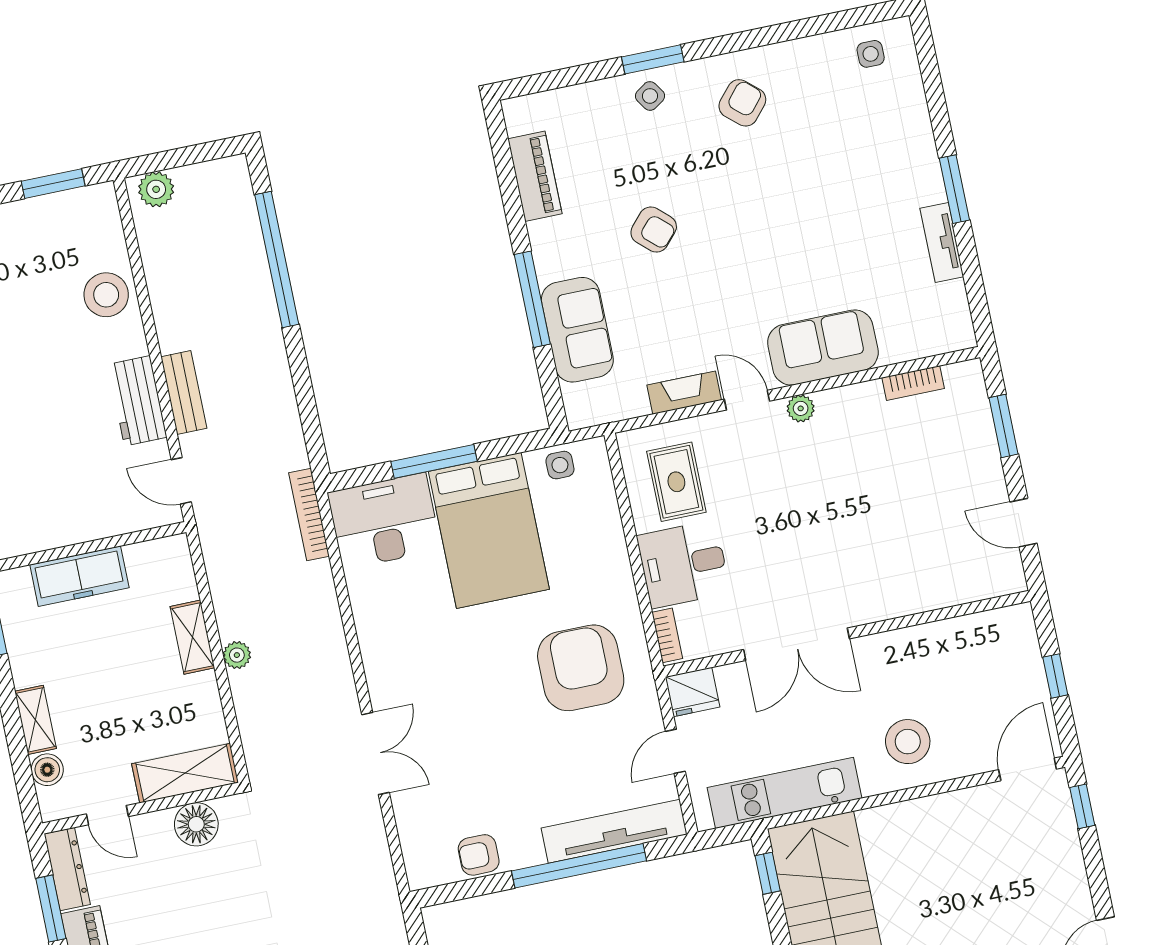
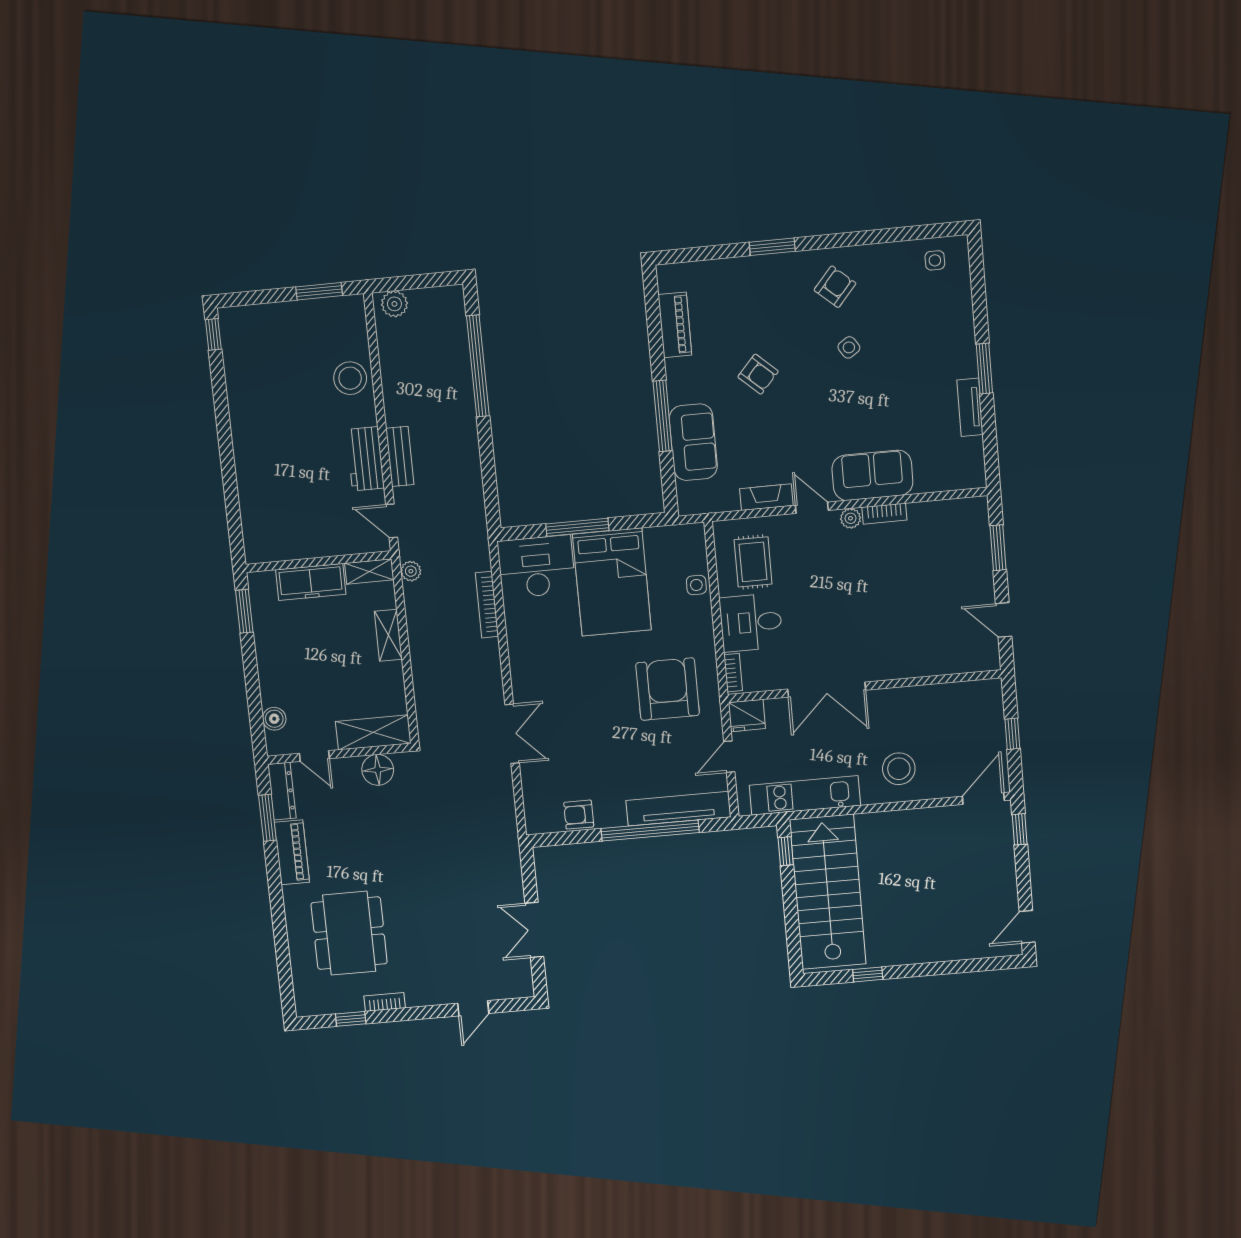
side table: (650, 96) -> (849, 347), moved
bookcase: (913, 383) -> (884, 514), moved
side table: (560, 465) -> (696, 585), moved
bookcase: (309, 515) -> (487, 605), moved
plant: (237, 655) -> (411, 571), moved
shelving: (36, 720) -> (369, 572), moved, turned 90

